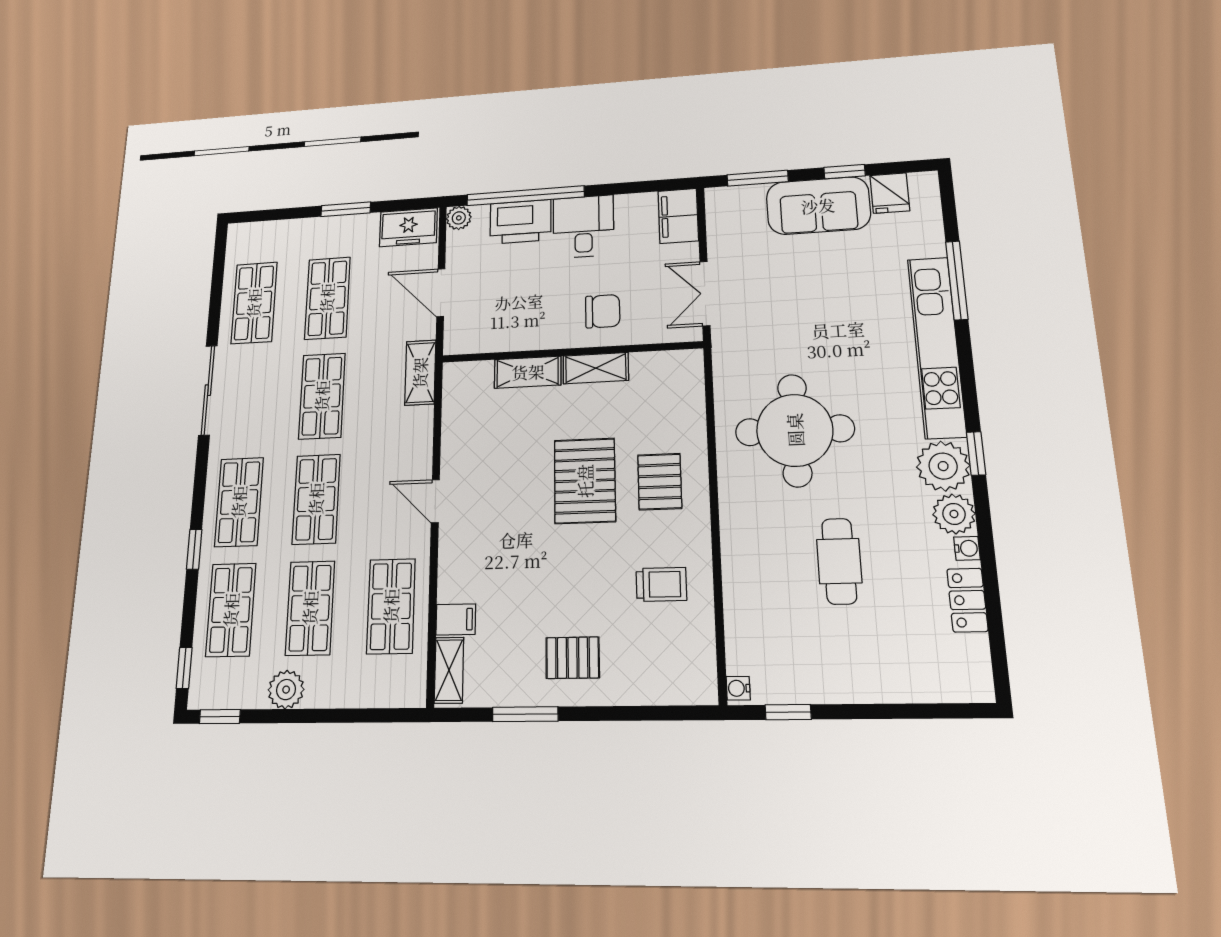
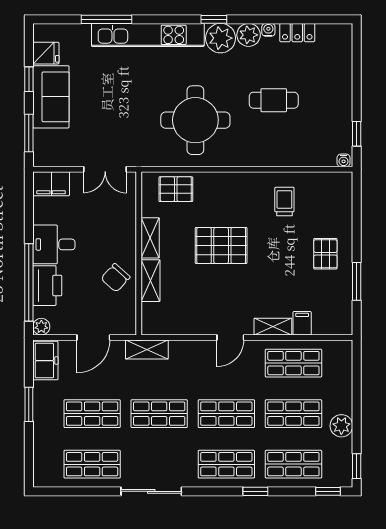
chair: (603, 311) -> (116, 278), moved, turned -138
pallet: (660, 482) -> (176, 189), moved
shelving: (449, 670) -> (273, 327), moved

